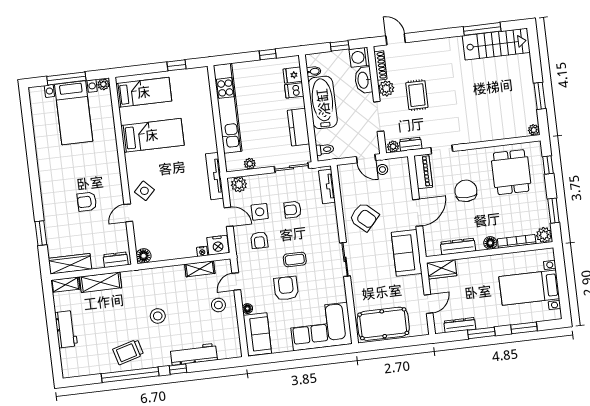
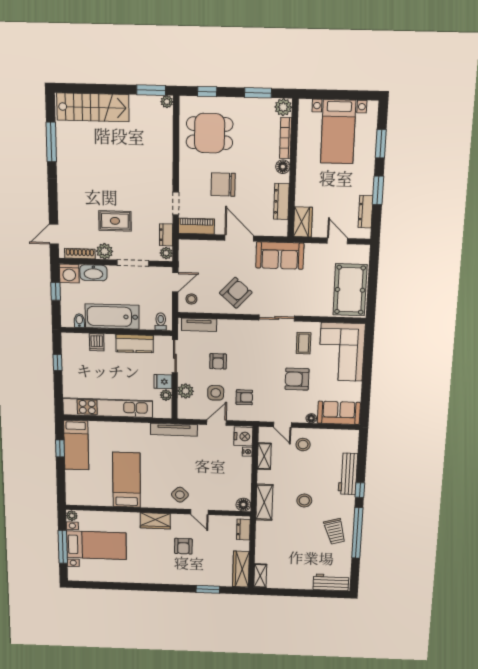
stairs: (496, 44) -> (93, 107), moved, turned 90
fridge: (293, 75) -> (163, 382), moved, turned 90
bed: (144, 92) -> (76, 445), moved, turned 180
window: (540, 96) -> (151, 90), moved
stool: (382, 169) -> (191, 299), moved
wardrobe: (111, 170) -> (155, 521), added
plant: (239, 184) -> (186, 391), moved
coffee table: (295, 260) -> (304, 343), moved
shelving: (101, 282) -> (264, 502), moved
workbench: (66, 329) -> (331, 582), moved

